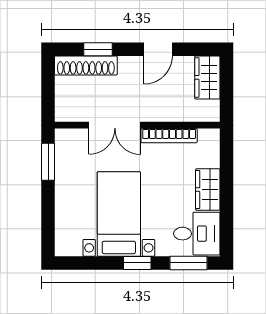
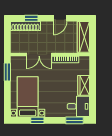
wardrobe: (207, 77) -> (83, 37), width x1.50
bed with nightstands: (119, 214) -> (28, 97), moved
window: (137, 263) -> (37, 120), moved

